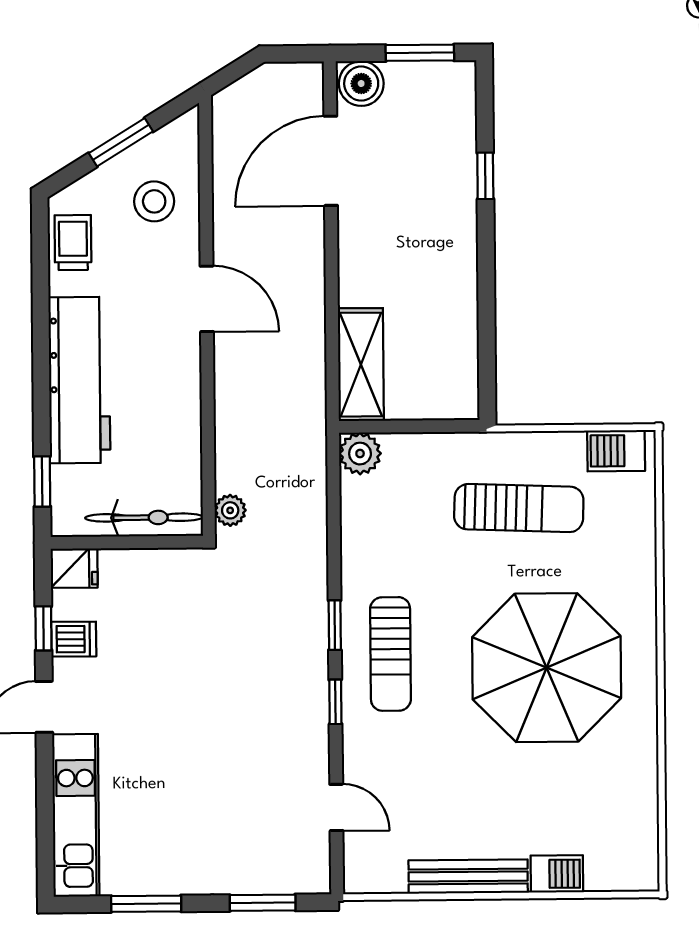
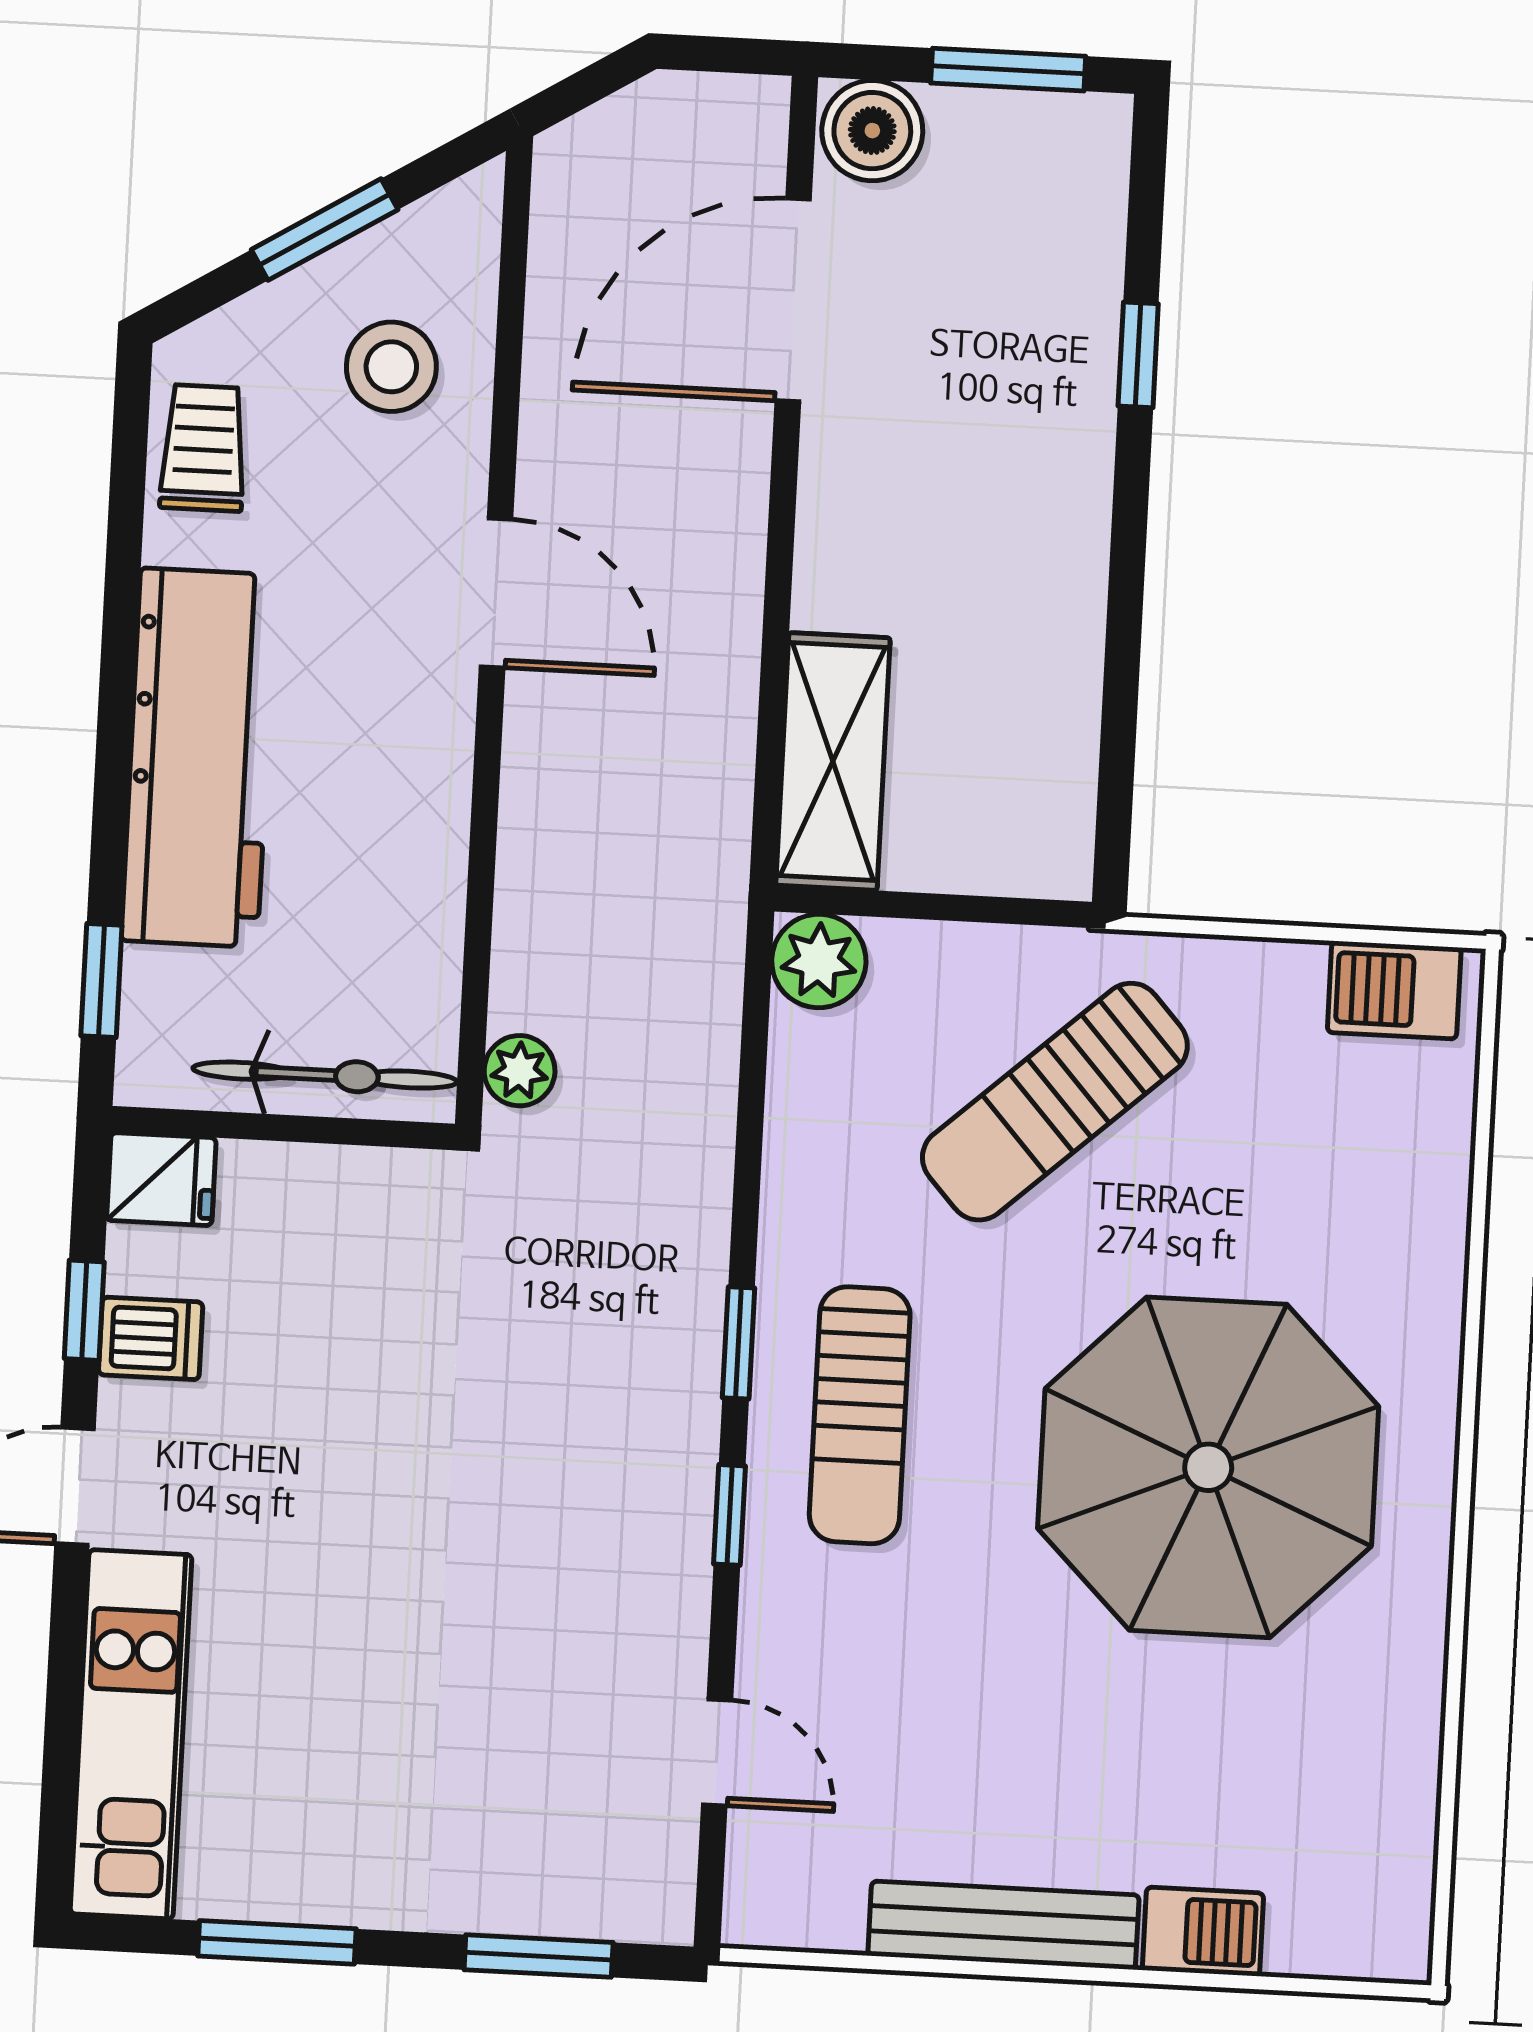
sun lounger: (519, 508) -> (1055, 1102), moved, turned 136

